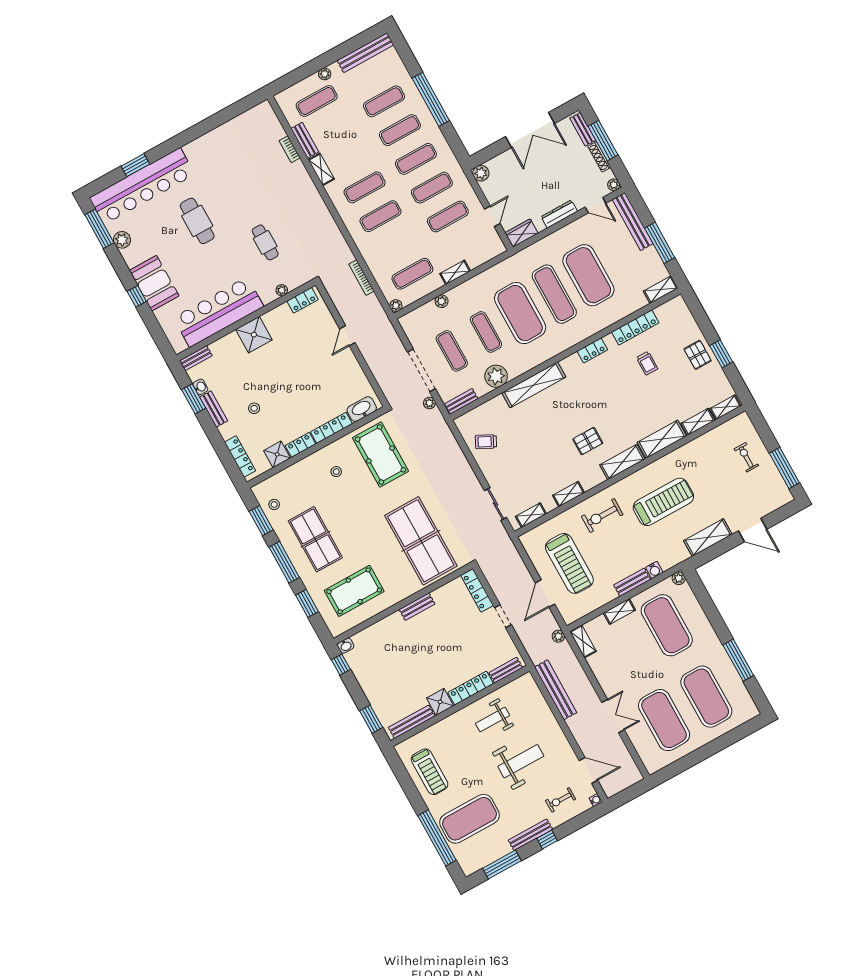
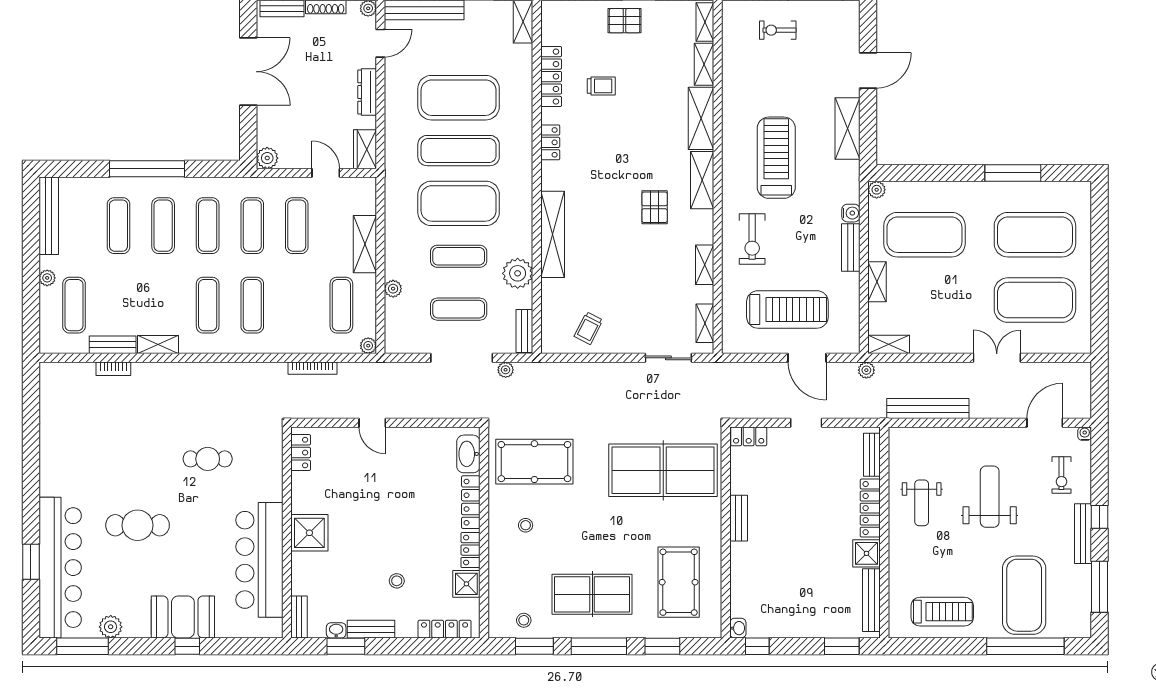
shelving: (455, 272) -> (365, 244), width x1.50, depth x1.33
plant: (282, 290) -> (275, 471), removed
locker: (477, 590) -> (749, 436), width x0.66

